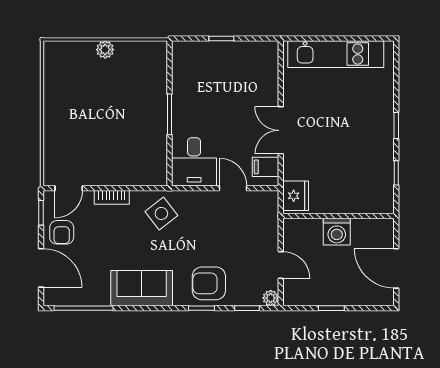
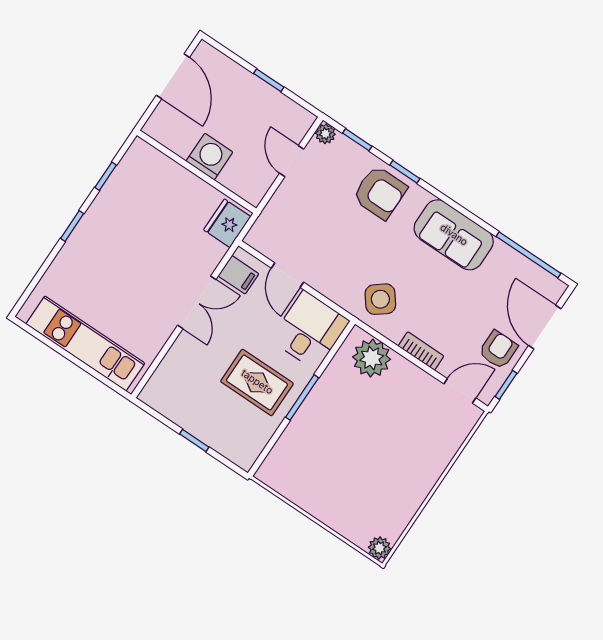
plant: (105, 50) -> (379, 548), moved
rug: (206, 104) -> (257, 382), added
plant: (141, 171) -> (372, 358), added

